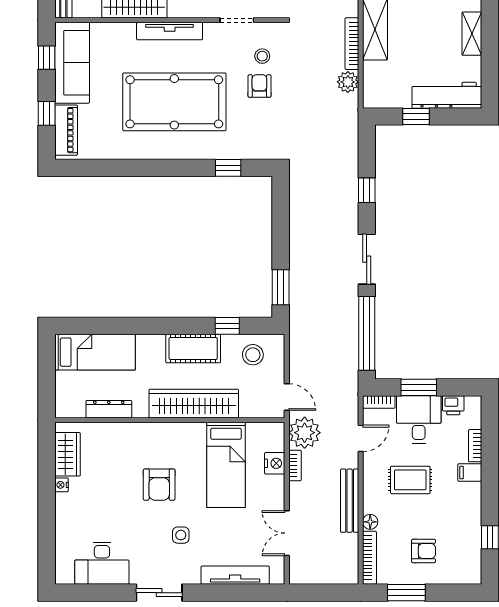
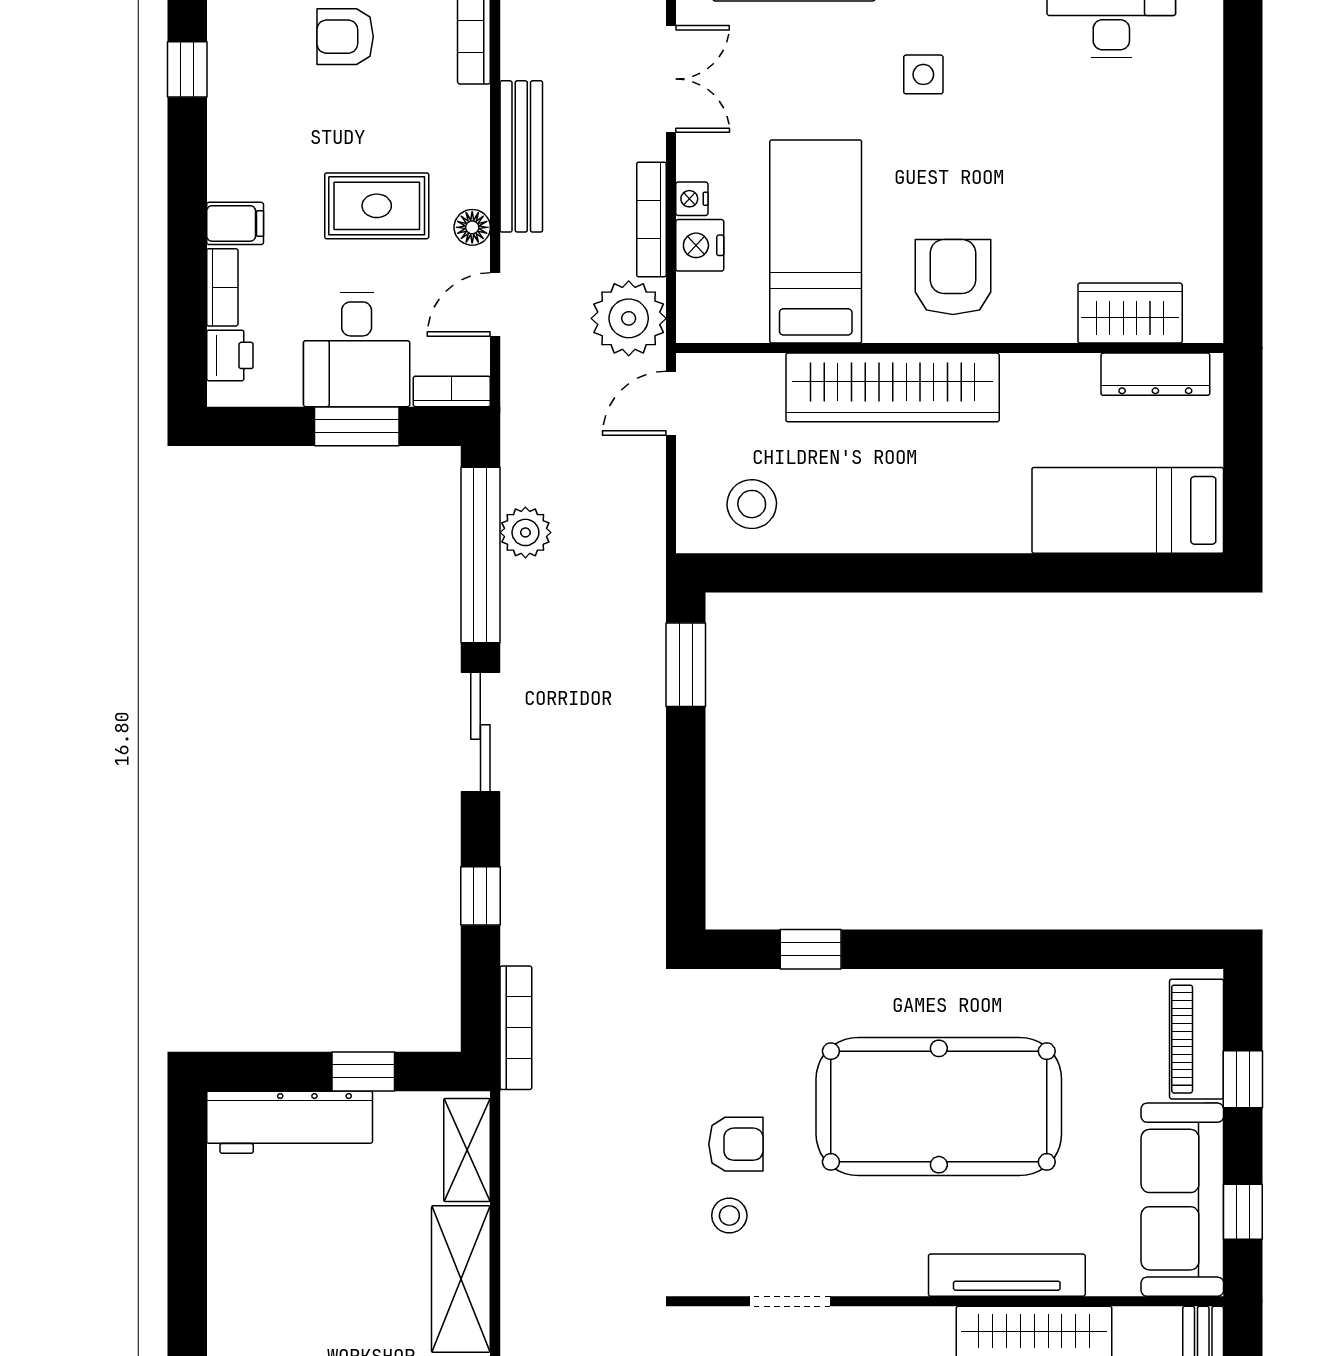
tv unit: (170, 31) -> (1007, 1275), moved
shelving: (472, 34) -> (467, 1150), moved
bookcase: (352, 44) -> (516, 1028), moved
plant: (348, 82) -> (525, 532), moved
armchair: (259, 86) -> (736, 1144), turned -90
window: (227, 326) -> (813, 573), removed
cot: (193, 349) -> (894, 519), removed
door: (287, 397) -> (671, 403), hinge flipped
printer: (453, 405) -> (230, 355), moved, turned 90
dresser: (109, 409) -> (1155, 374), moved
wardrobe: (67, 454) -> (1130, 313), moved, turned 90
bookcase: (295, 466) -> (651, 219), width x1.56
nightstand: (62, 485) -> (692, 199), moved, turned 180
armchair: (159, 485) -> (953, 277), moved
floor lamp: (370, 522) -> (472, 227), moved

